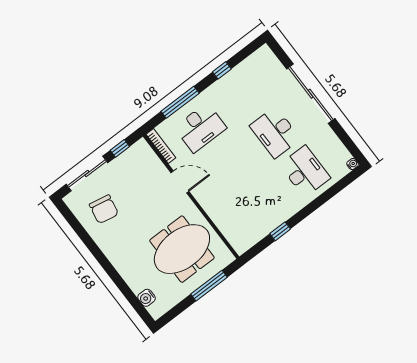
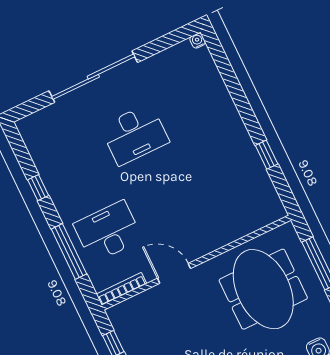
desk: (200, 128) -> (108, 232), turned -90
desk: (305, 171) -> (194, 106), removed
door: (180, 182) -> (174, 273), hinge flipped

